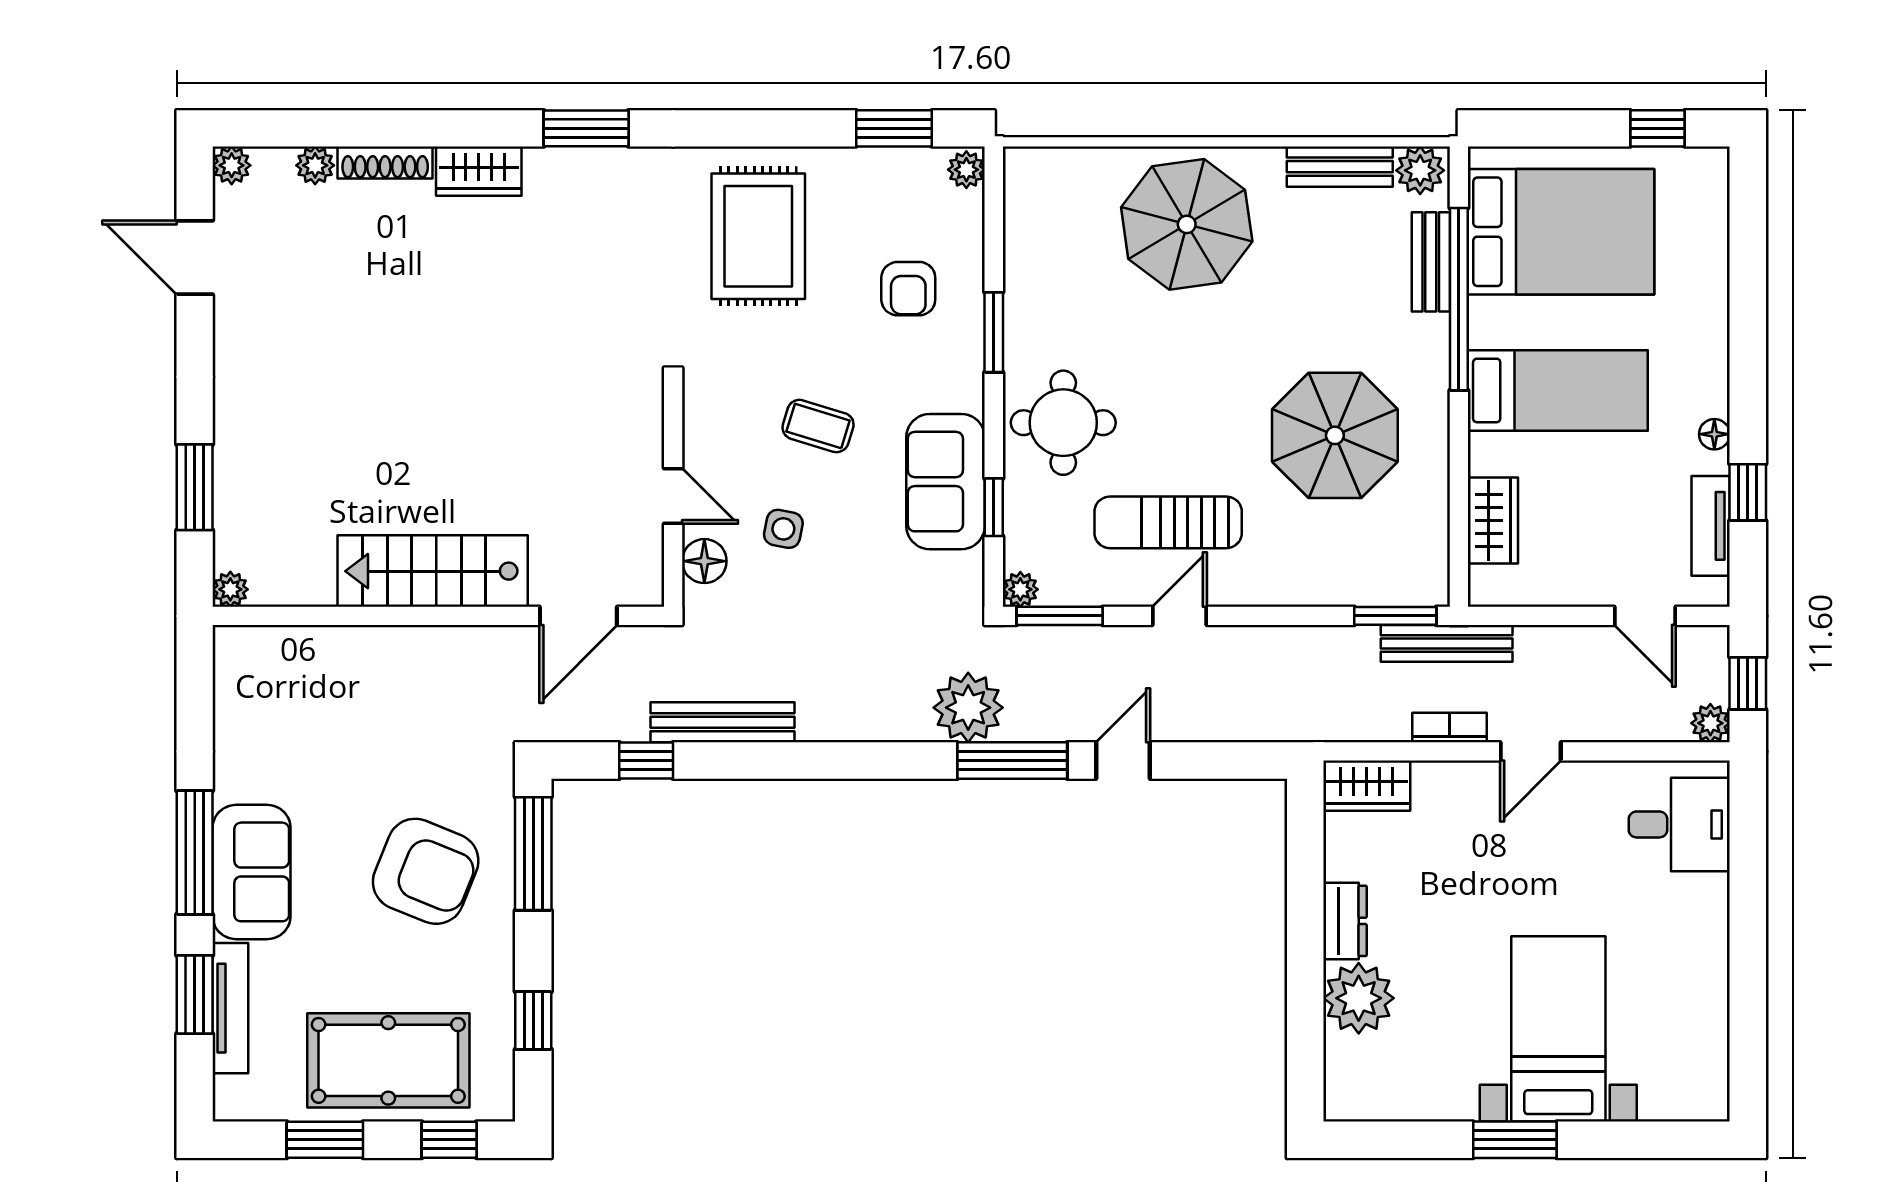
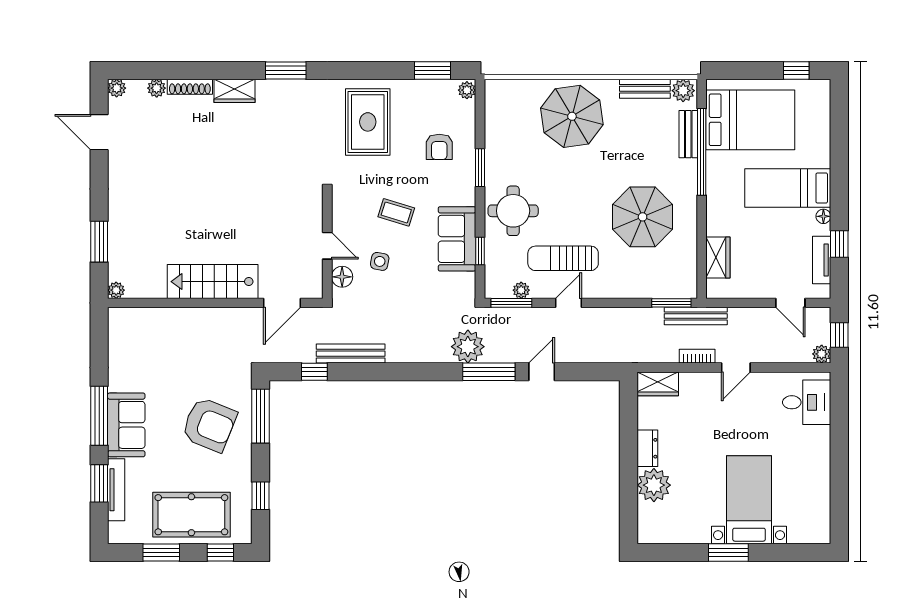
bed: (1558, 390) -> (788, 188), moved, turned 180
plant: (1020, 589) -> (521, 290), moved

